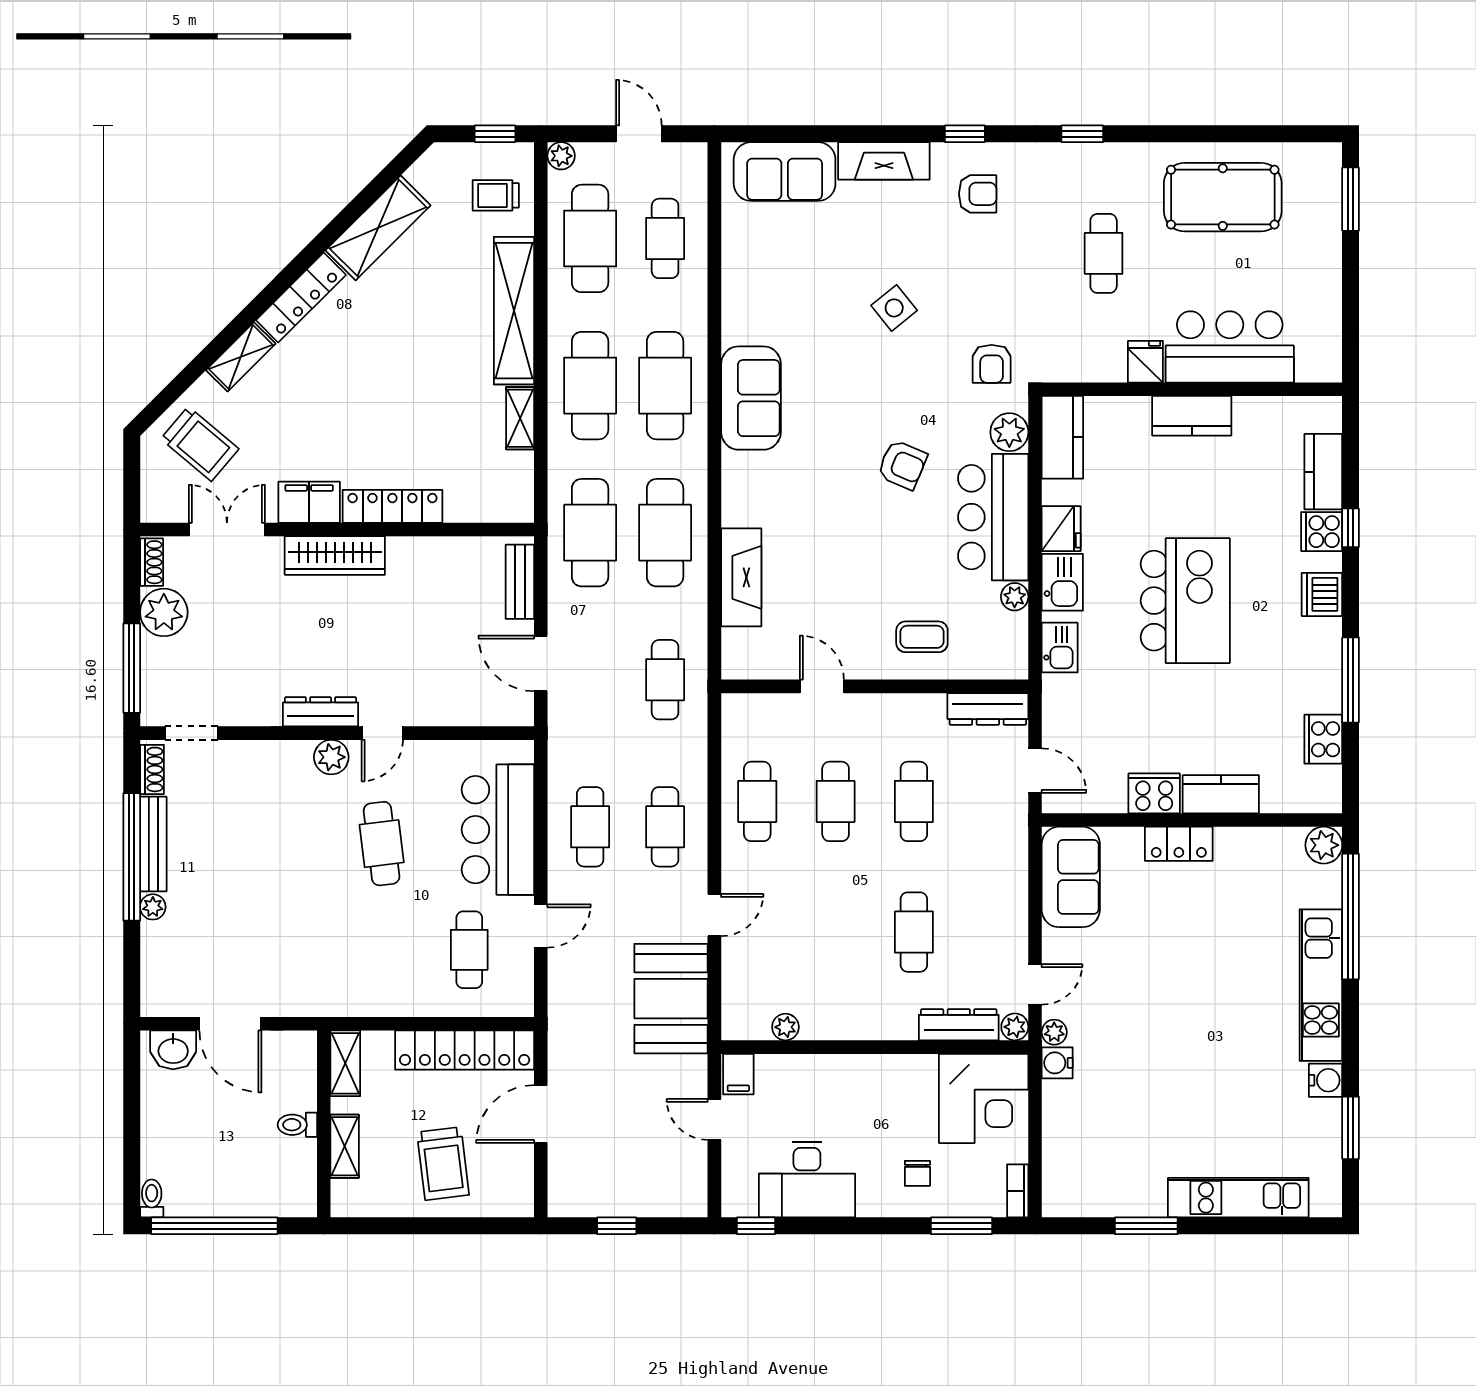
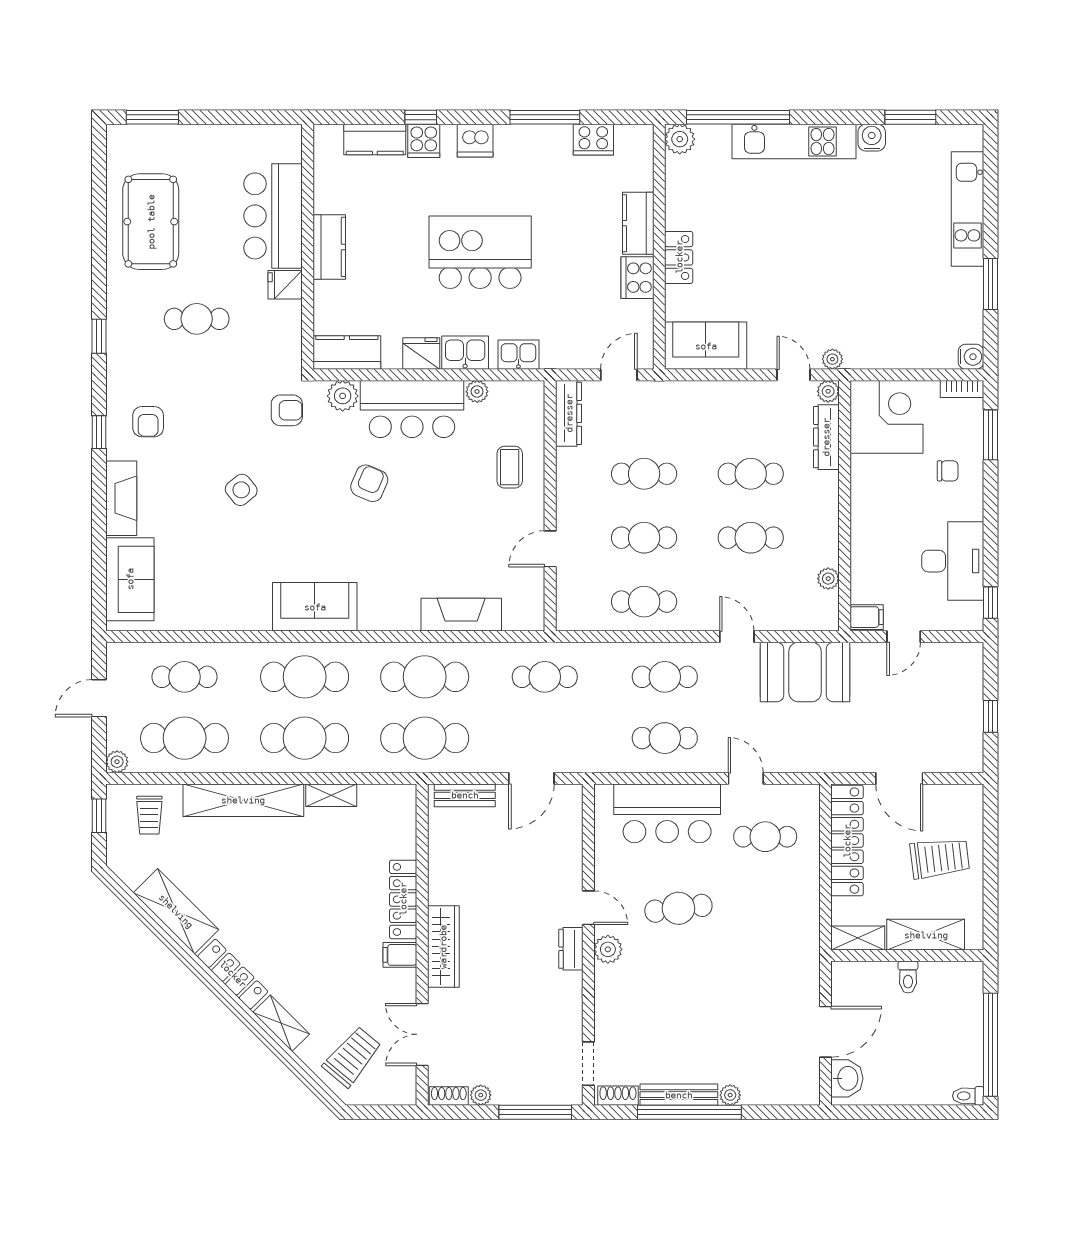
armchair: (978, 194) -> (148, 422), turned 180
filing cabinet: (309, 502) -> (400, 955), width x0.50
plant: (164, 612) -> (481, 1095), width x0.53, depth x0.53
dresser: (321, 712) -> (571, 949), width x0.70
cafe table: (836, 932) -> (751, 538), added
water cooler: (1057, 1063) -> (971, 357), moved, turned -90
shelving: (345, 1146) -> (926, 935), width x1.50, depth x1.33

